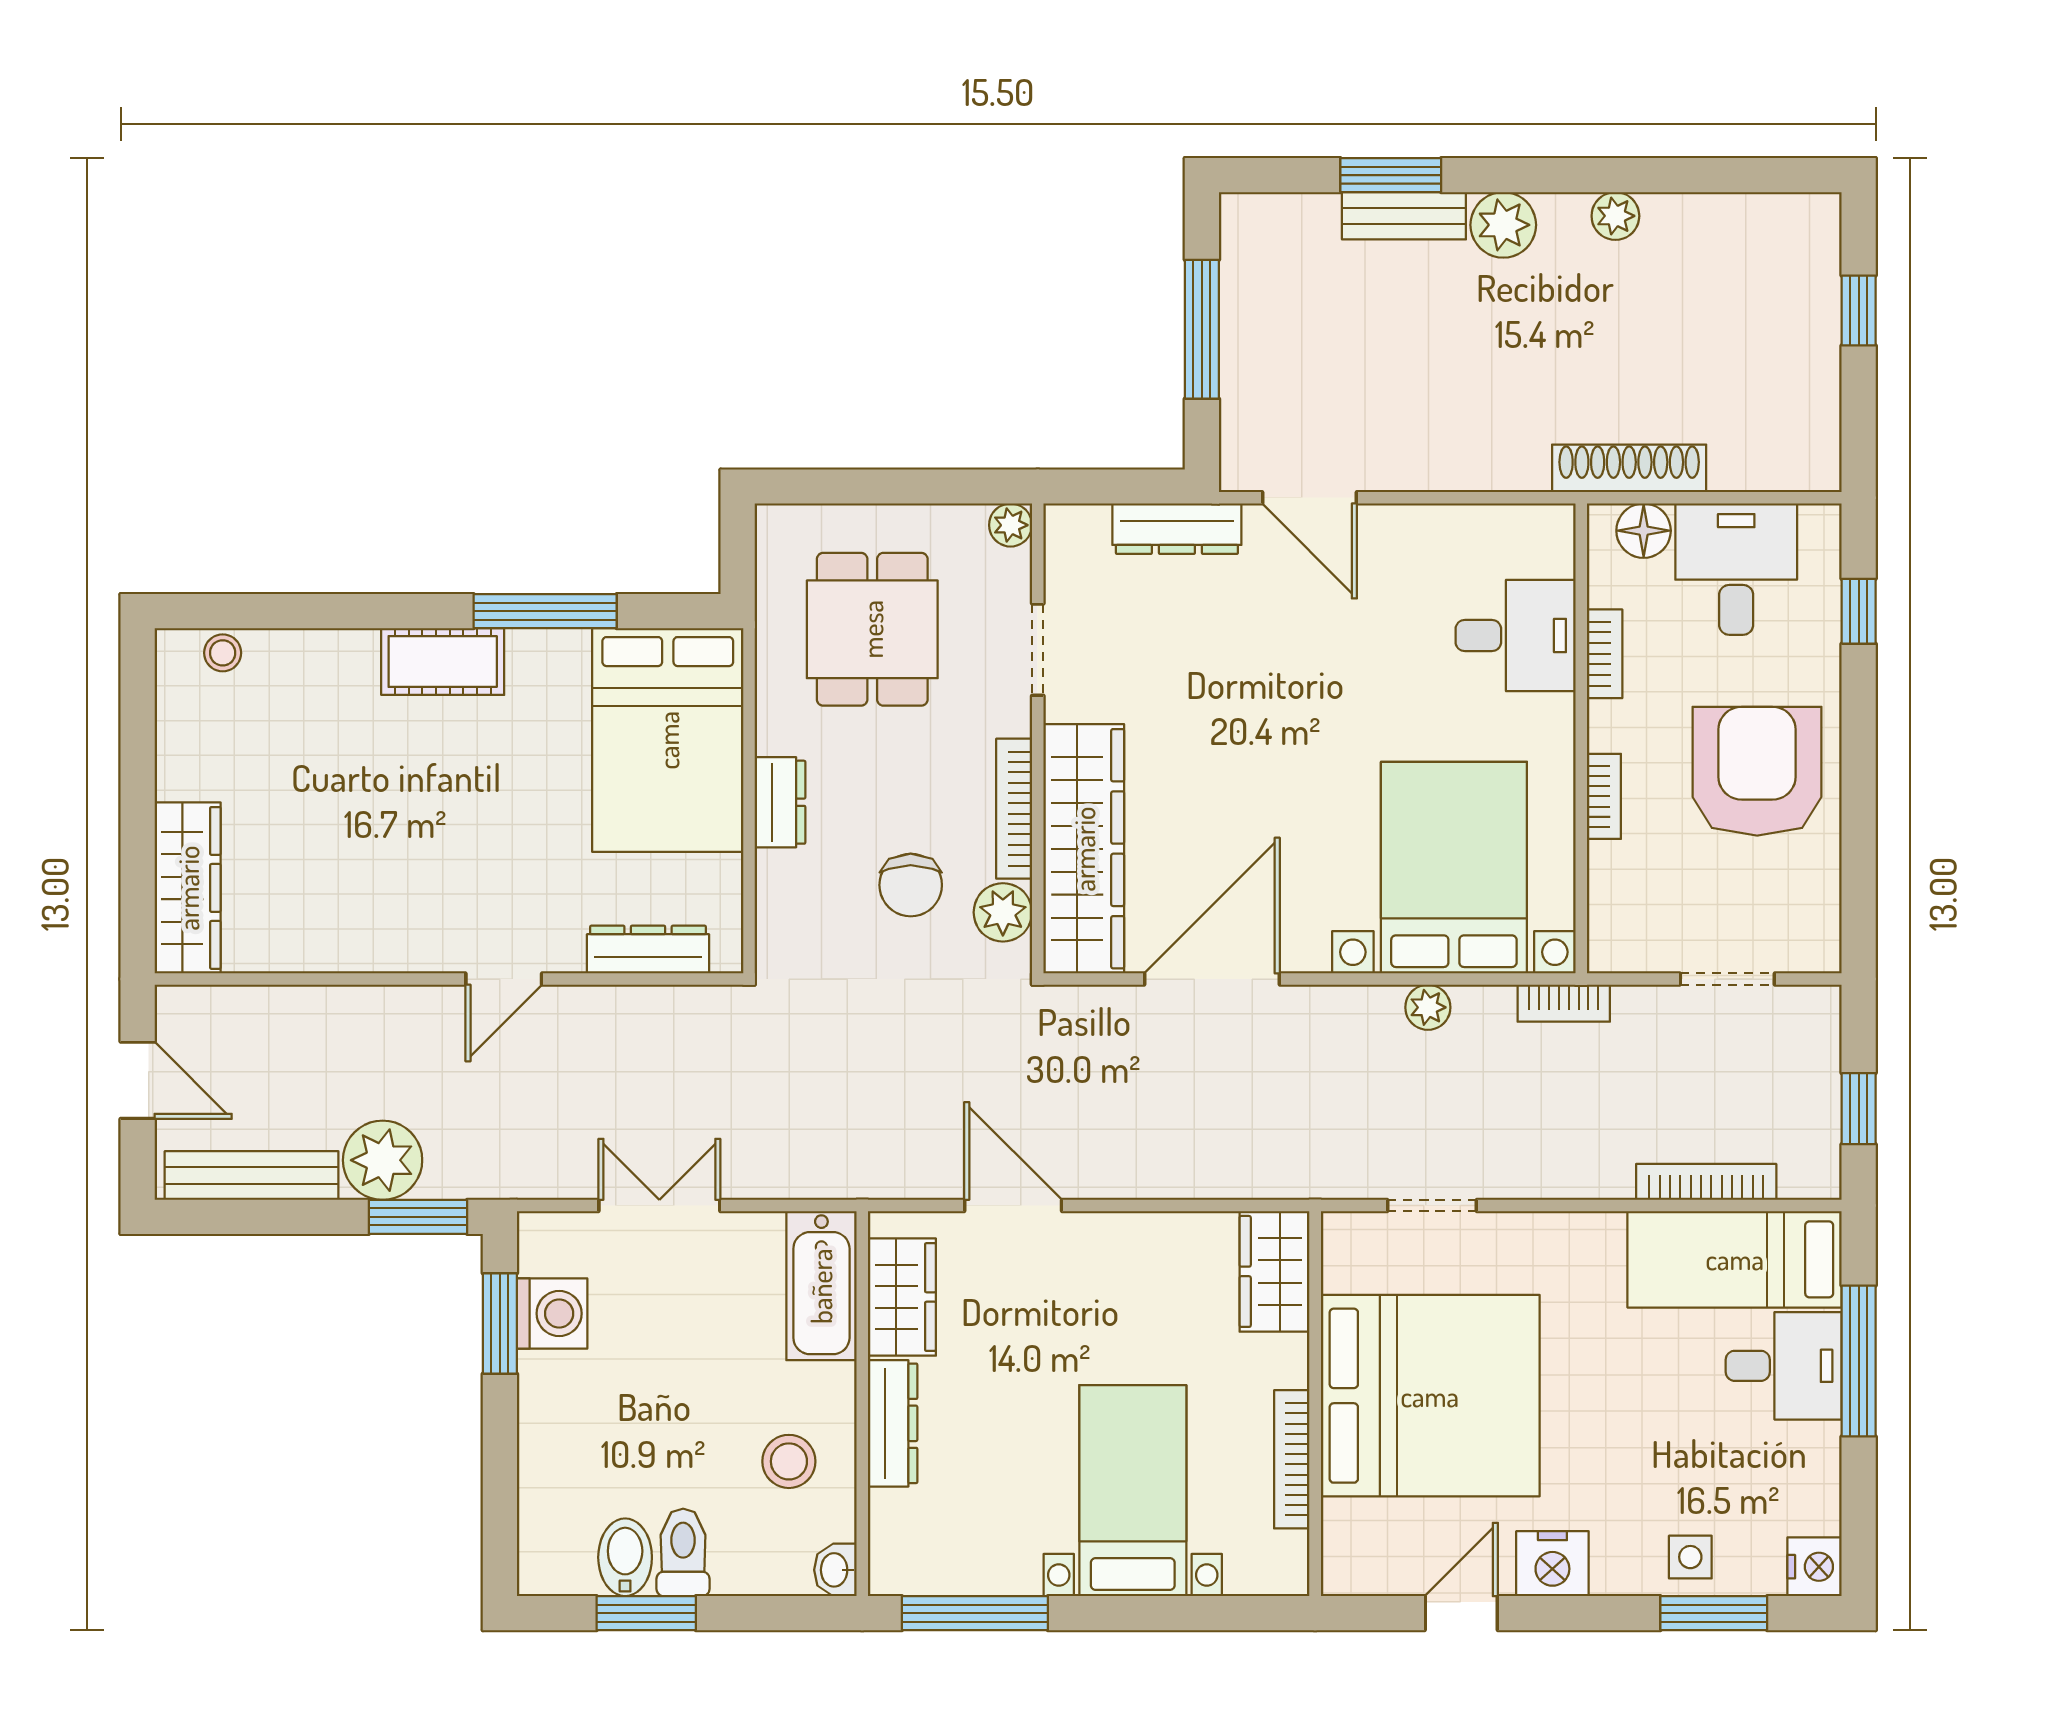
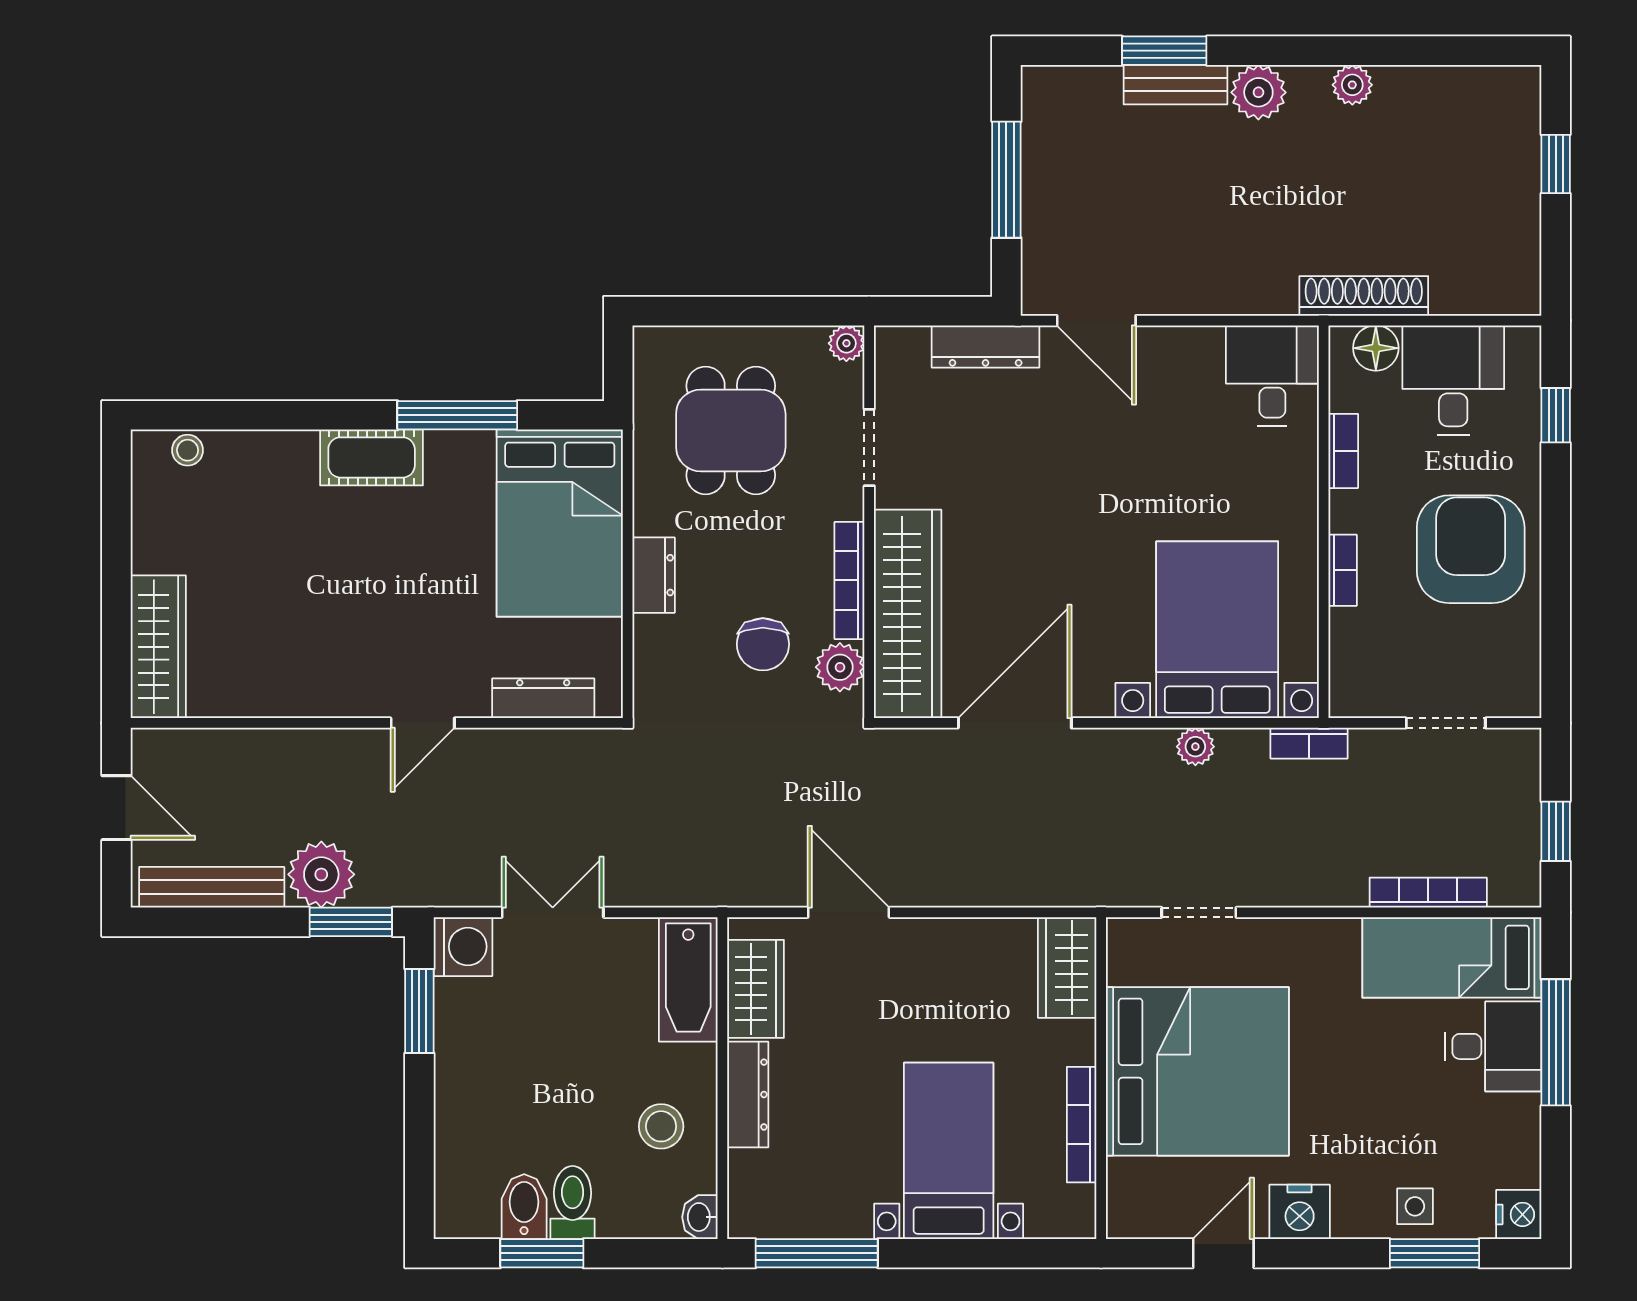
desk: (1516, 636) -> (1272, 375), moved, turned -90
washing machine: (552, 1313) -> (463, 947), moved

